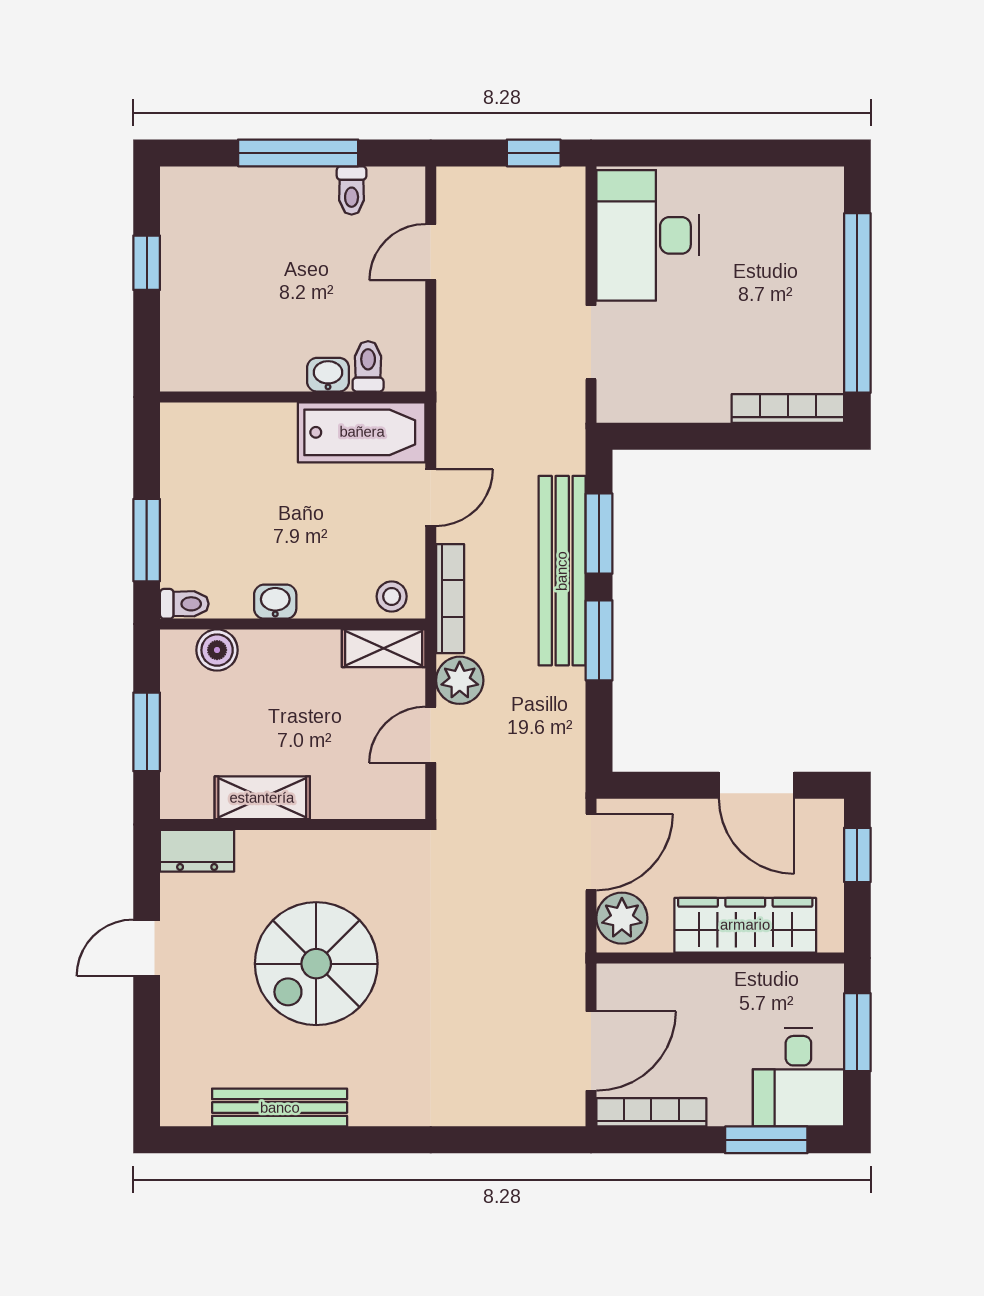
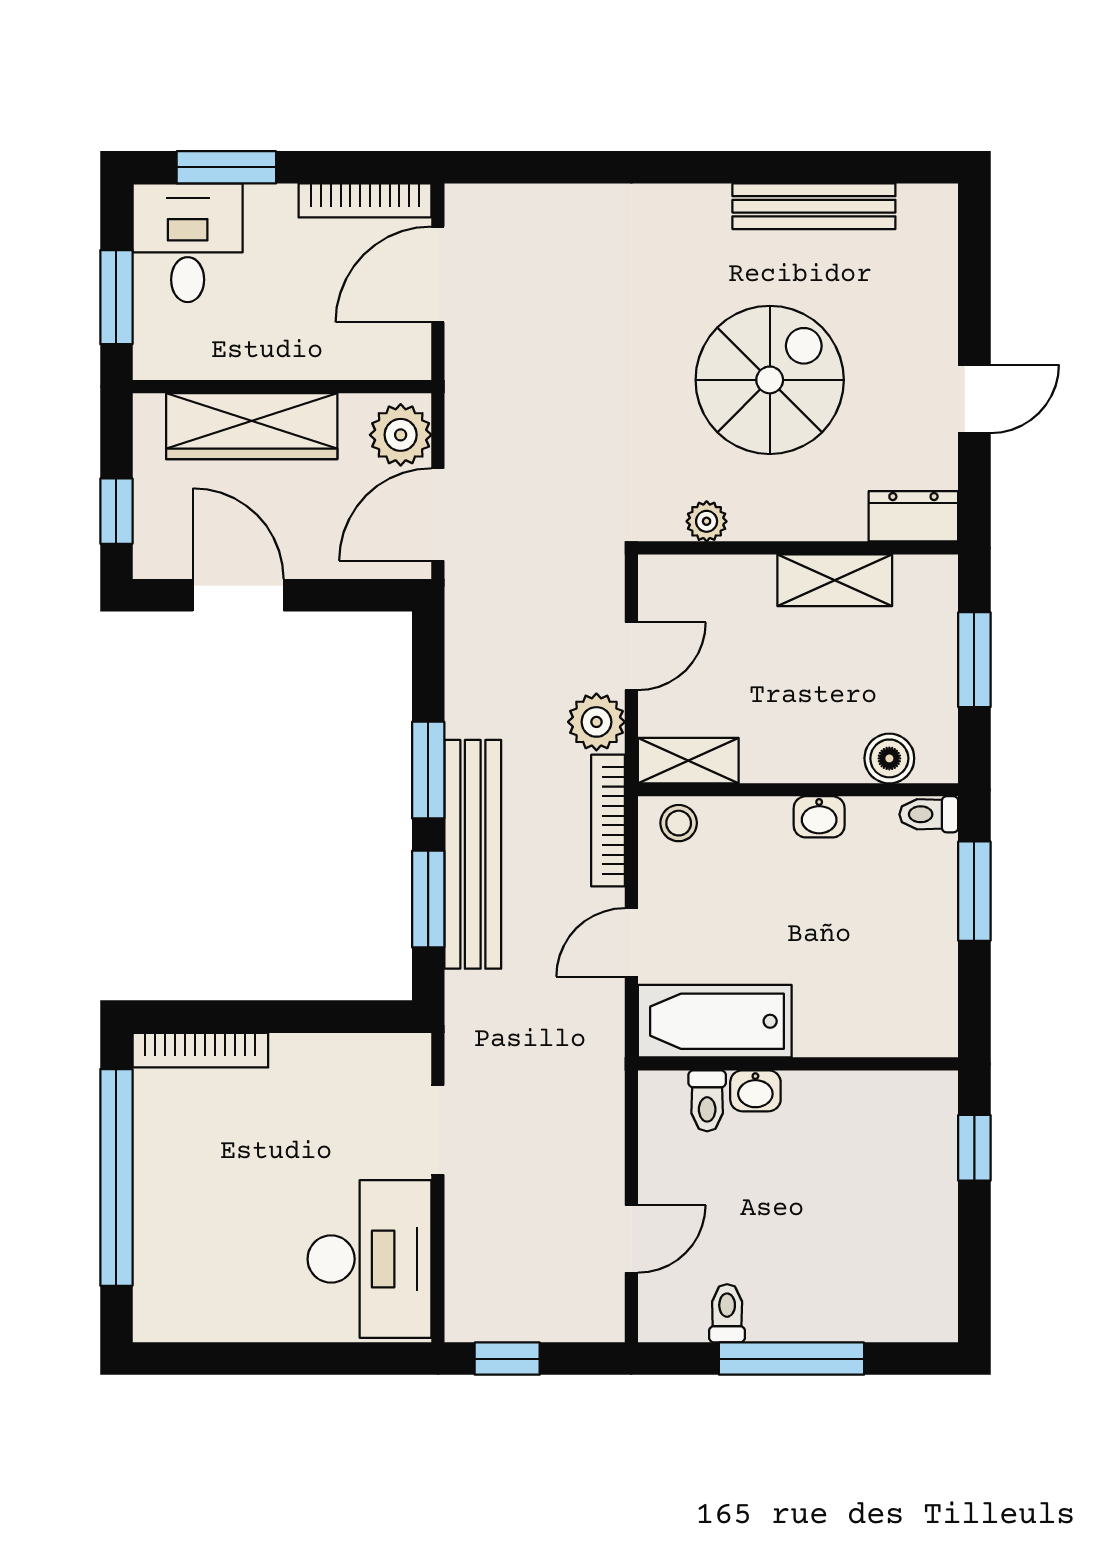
window: (147, 263) -> (974, 1148), moved
plant: (368, 847) -> (707, 521), added

